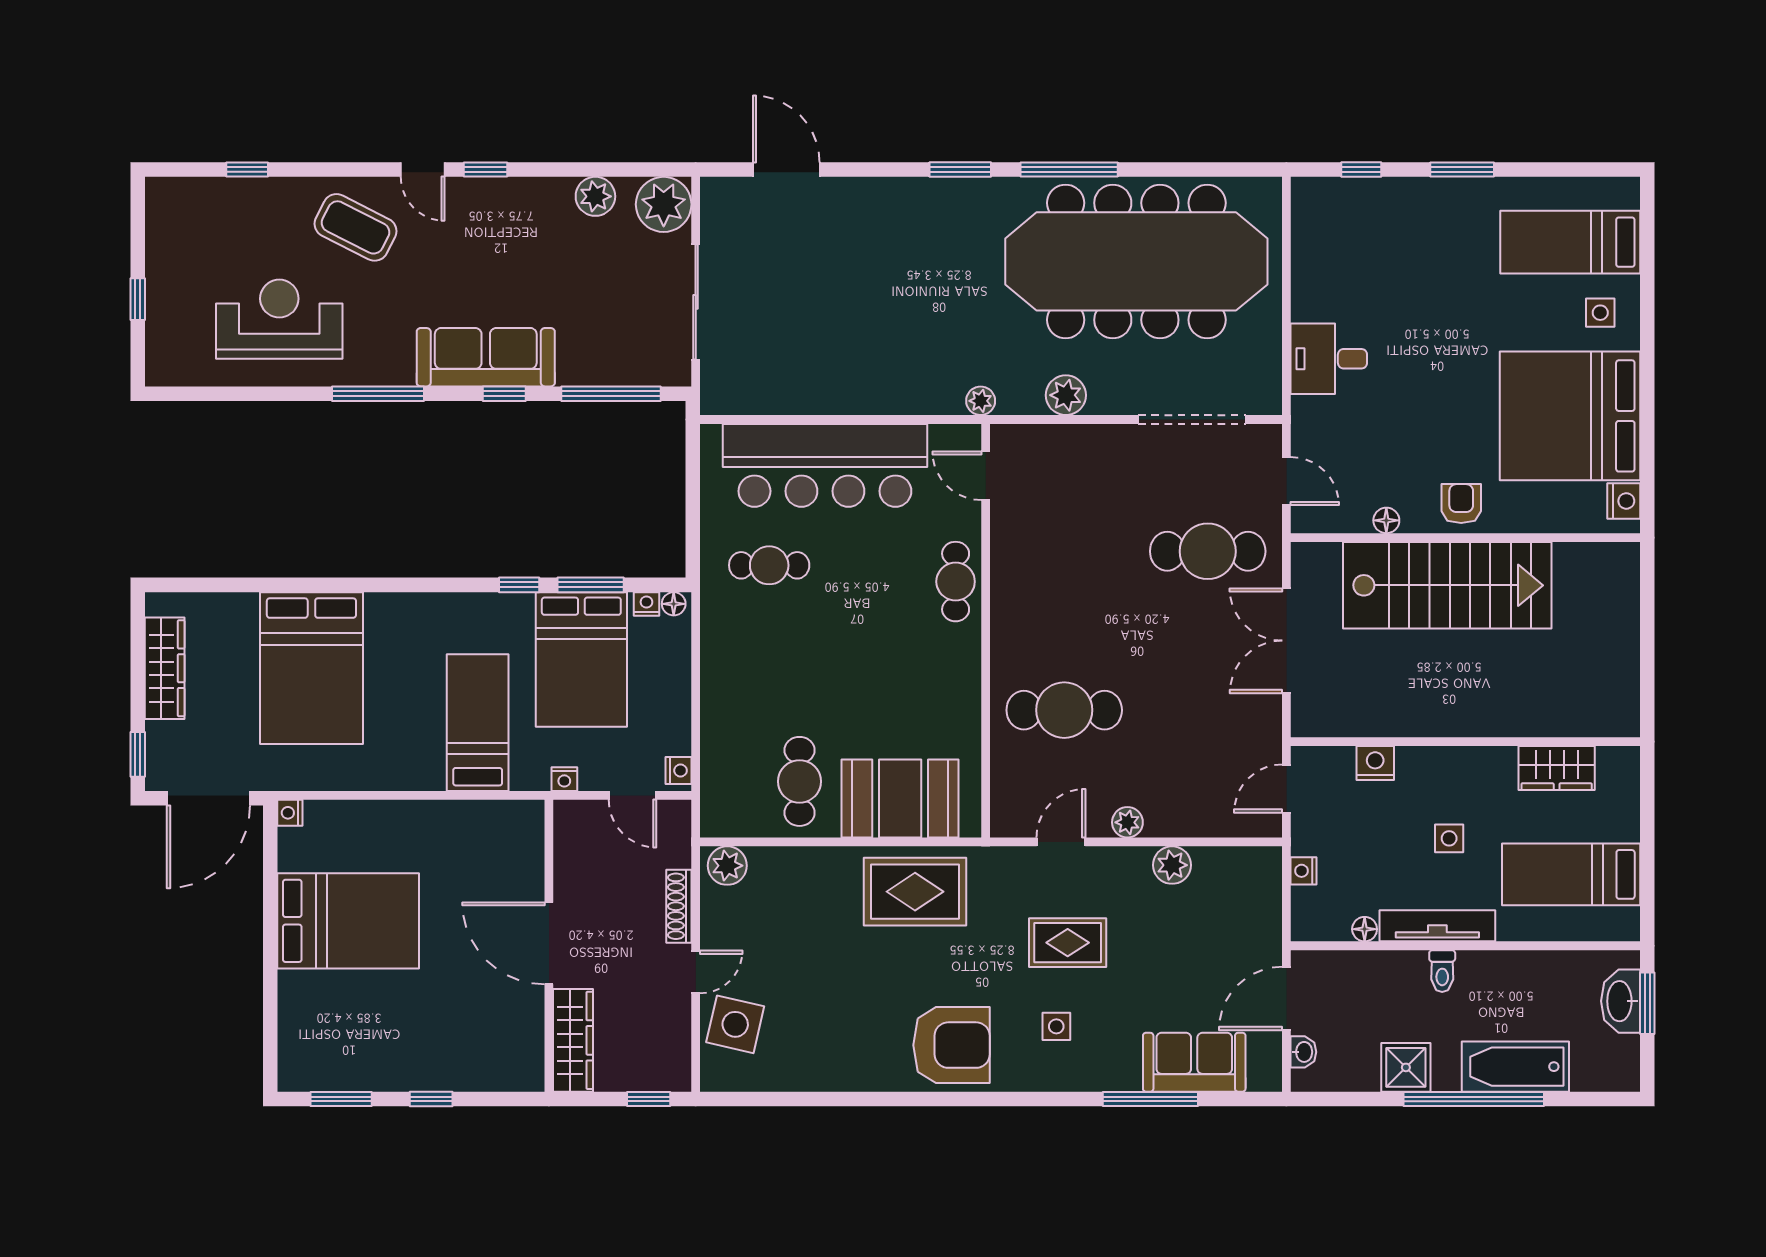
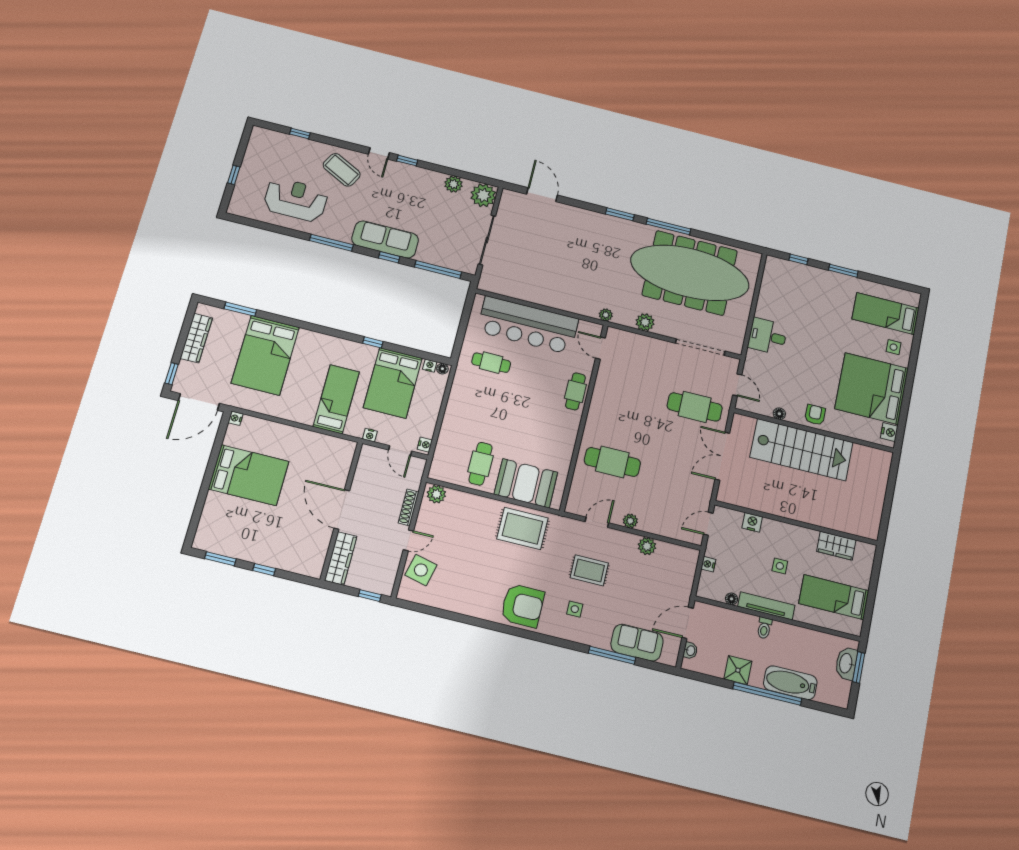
window: (591, 585) -> (240, 309), moved

